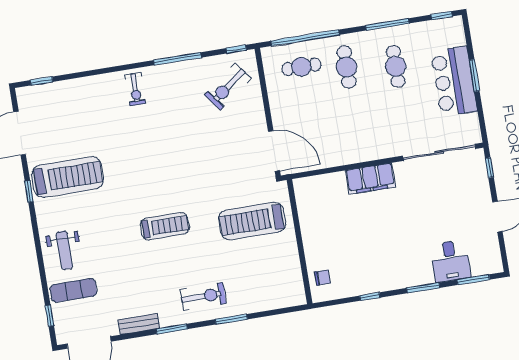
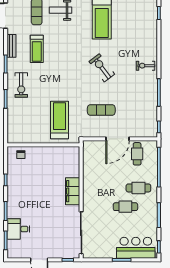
cafe table: (396, 66) -> (125, 207), moved
cafe table: (301, 67) -> (137, 154), moved
bar counter: (454, 81) -> (136, 248), moved
exercise bike: (228, 86) -> (102, 68), moved
door: (274, 151) -> (118, 139), moved
exercise mat: (224, 152) -> (101, 110), added
treadmill: (165, 226) -> (37, 49), moved

